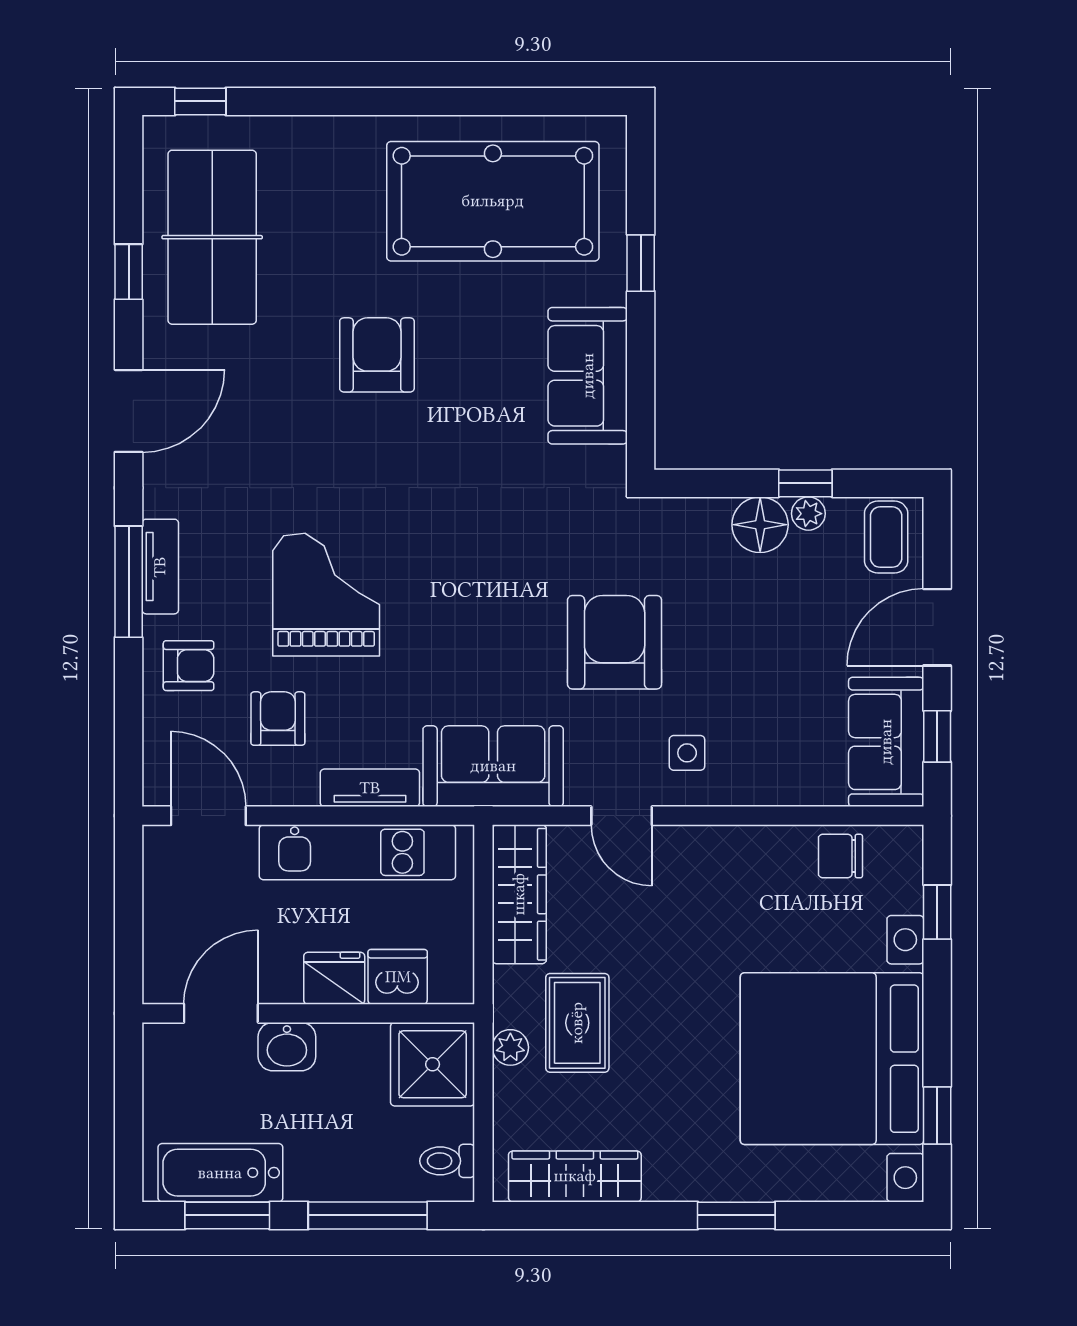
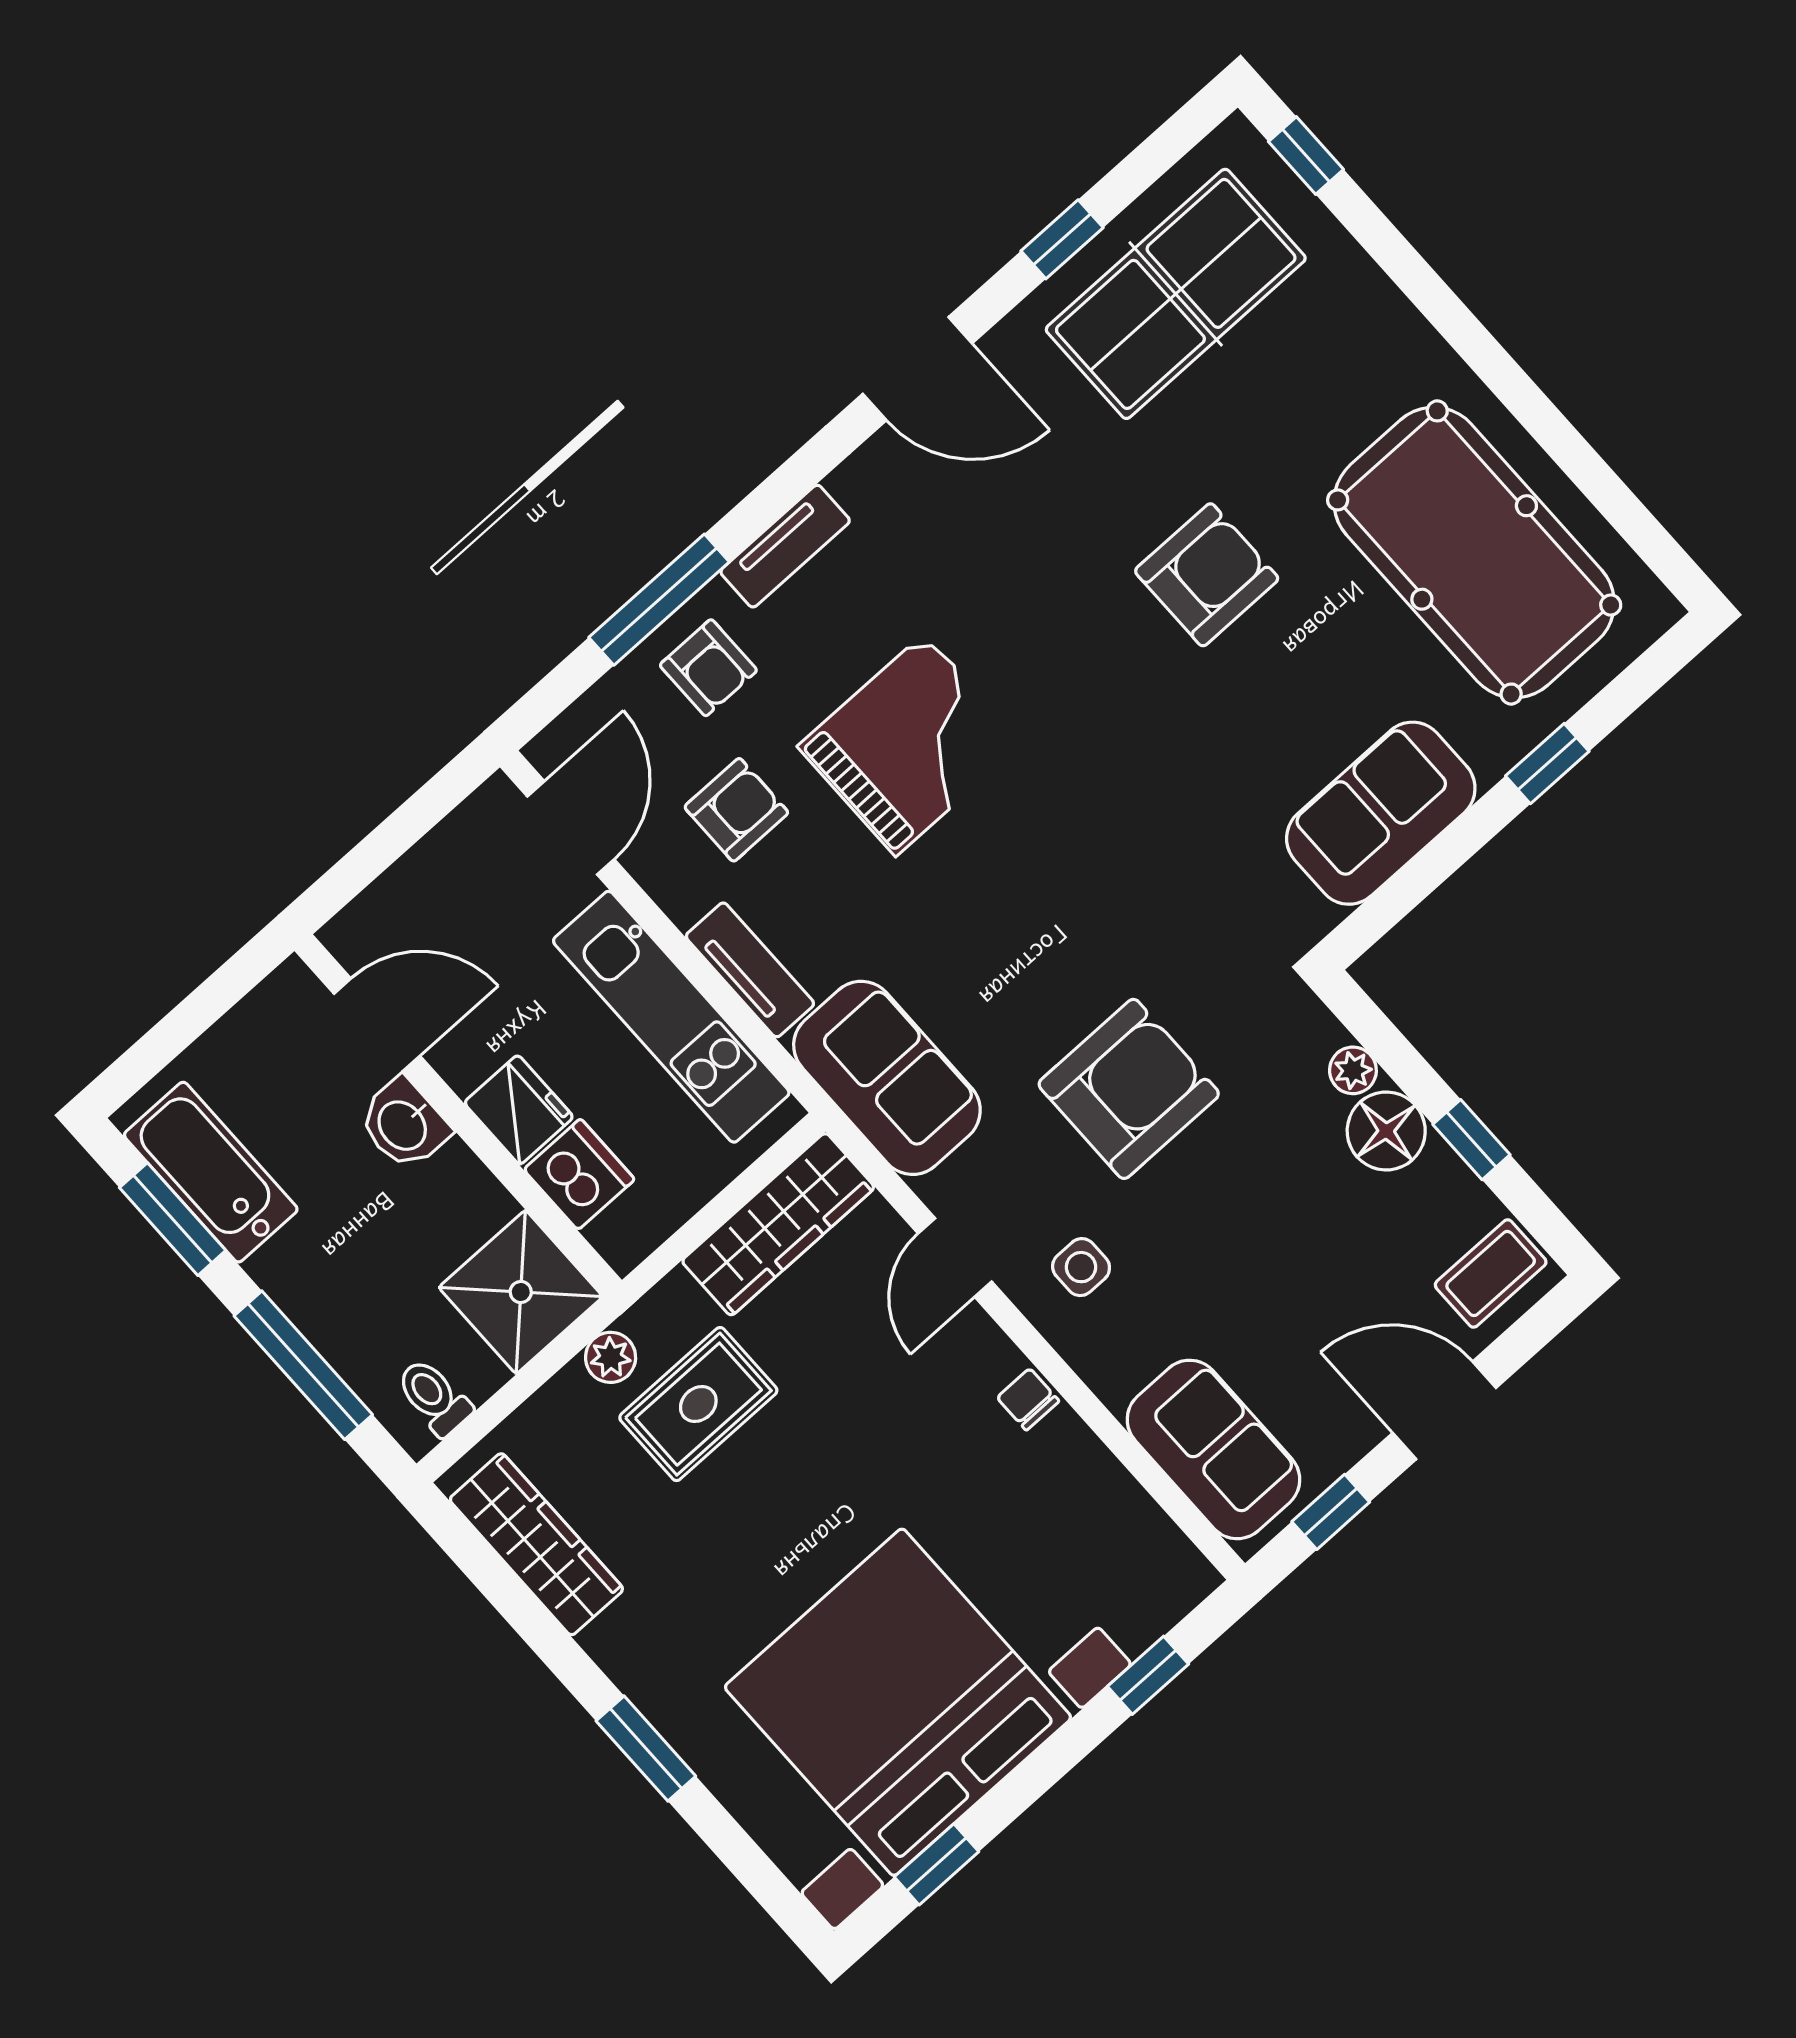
plant: (808, 514) -> (1353, 1070), moved
window: (129, 582) -> (659, 600), moved
sofa: (886, 742) -> (1213, 1449), moved, turned 90
chair: (840, 856) -> (1028, 1399), moved, width x0.73, depth x0.73

